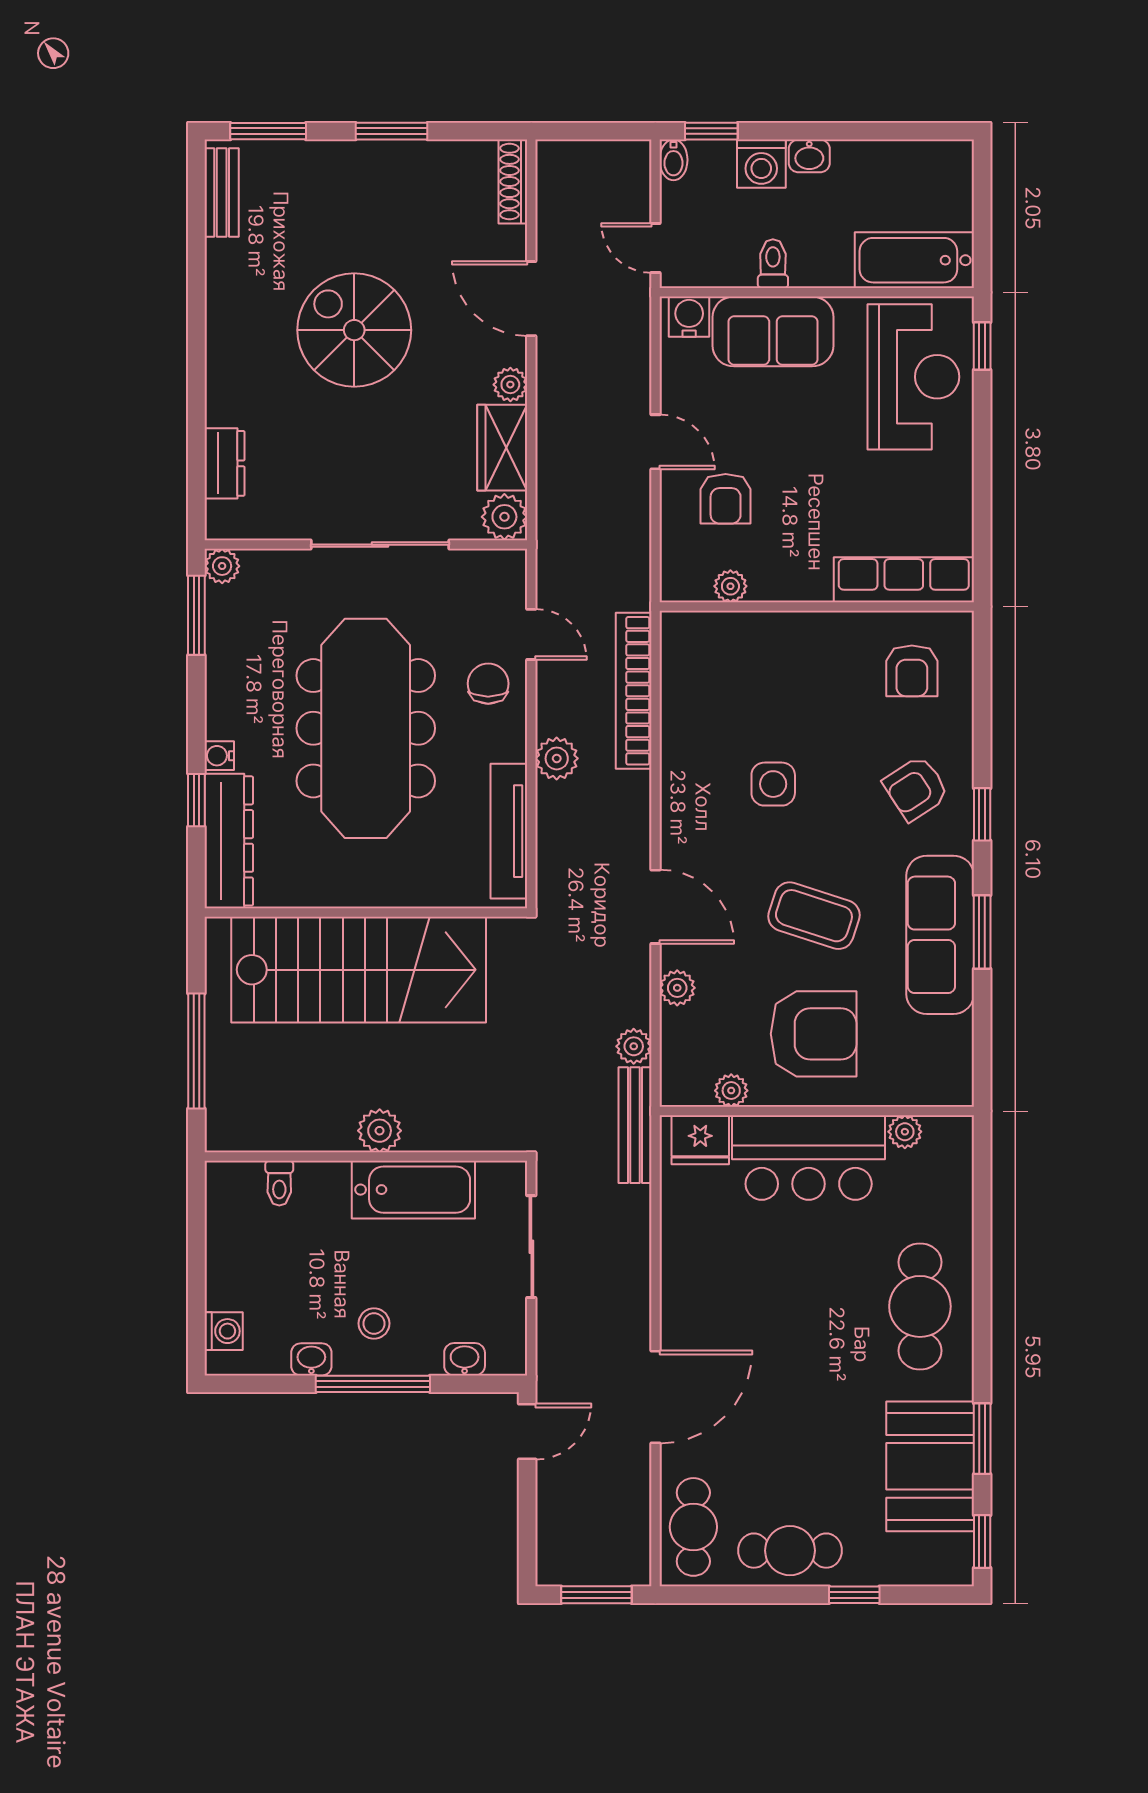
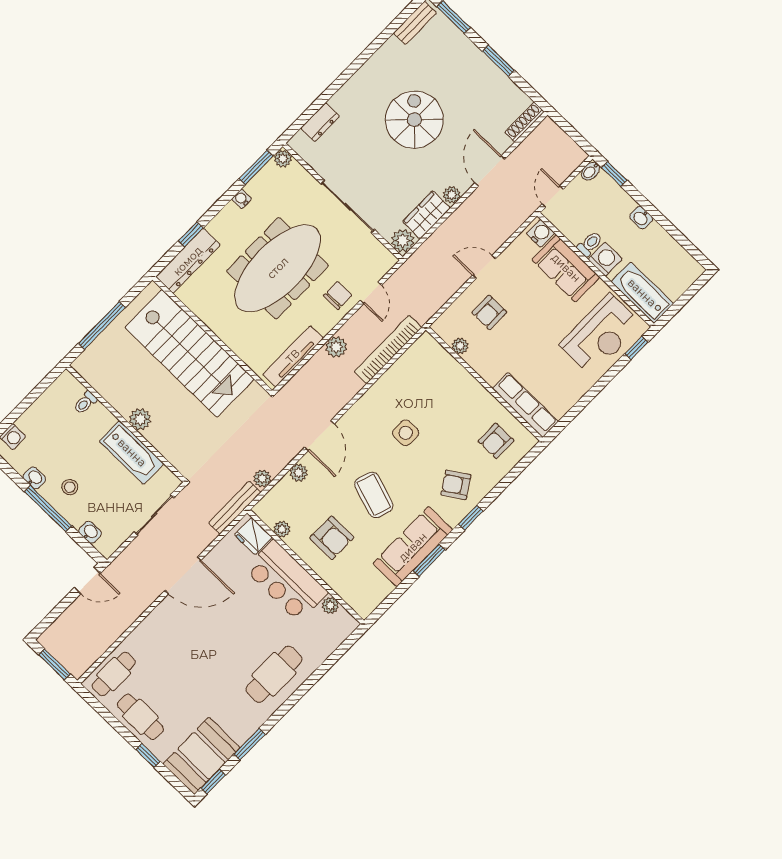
washing machine: (761, 164) -> (605, 259), moved, turned 180
door: (655, 442) -> (484, 267), swing flipped
water cooler: (219, 756) -> (242, 199), moved
armchair: (814, 1034) -> (332, 538), width x0.73, depth x0.73
door: (655, 1397) -> (183, 575), moved
booth: (930, 1466) -> (202, 756), moved

